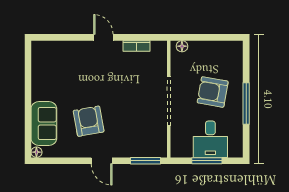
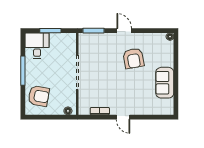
armchair: (213, 92) -> (39, 96), moved
sofa: (44, 124) -> (165, 83), moved
desk: (210, 139) -> (37, 46), moved

